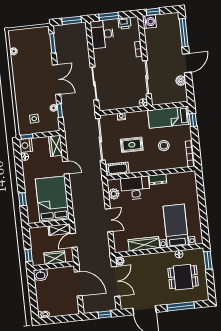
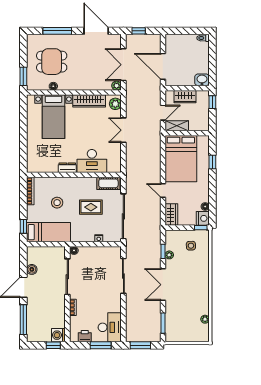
plant: (114, 194) -> (115, 104), moved

